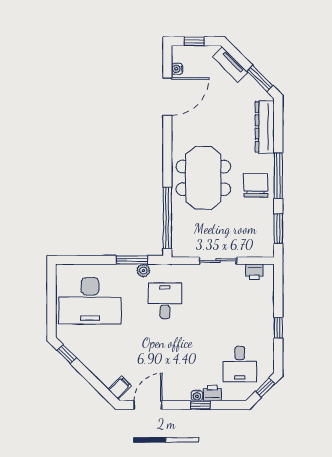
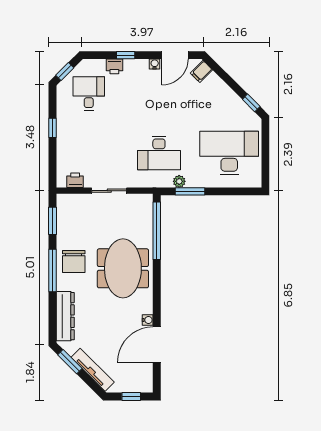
tv unit: (230, 65) -> (93, 370), width x1.41
water cooler: (177, 69) -> (148, 320), moved
desk: (165, 301) -> (159, 153), width x1.37
water cooler: (197, 396) -> (155, 64), moved

